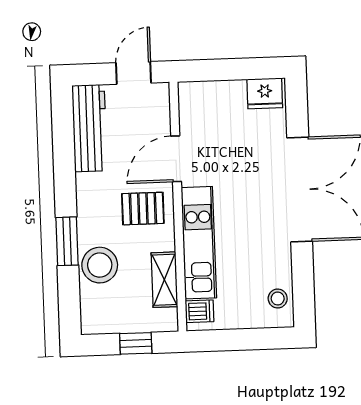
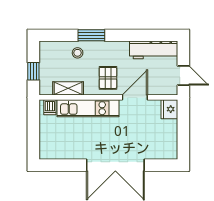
fridge: (265, 93) -> (169, 109), moved
door: (176, 159) -> (135, 97), hinge flipped
stool: (100, 265) -> (78, 53), width x0.53, depth x0.53
stool: (278, 298) -> (55, 151), removed

